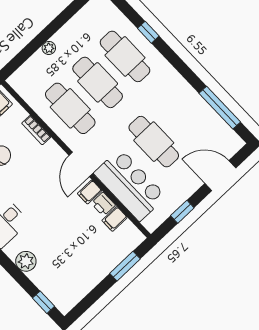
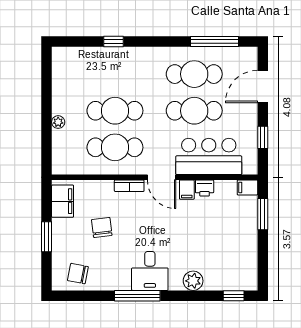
cafe table: (125, 56) -> (194, 74), moved
bookcase: (36, 130) -> (129, 186), moved
filing cabinet: (115, 219) -> (247, 187), moved, turned 90

